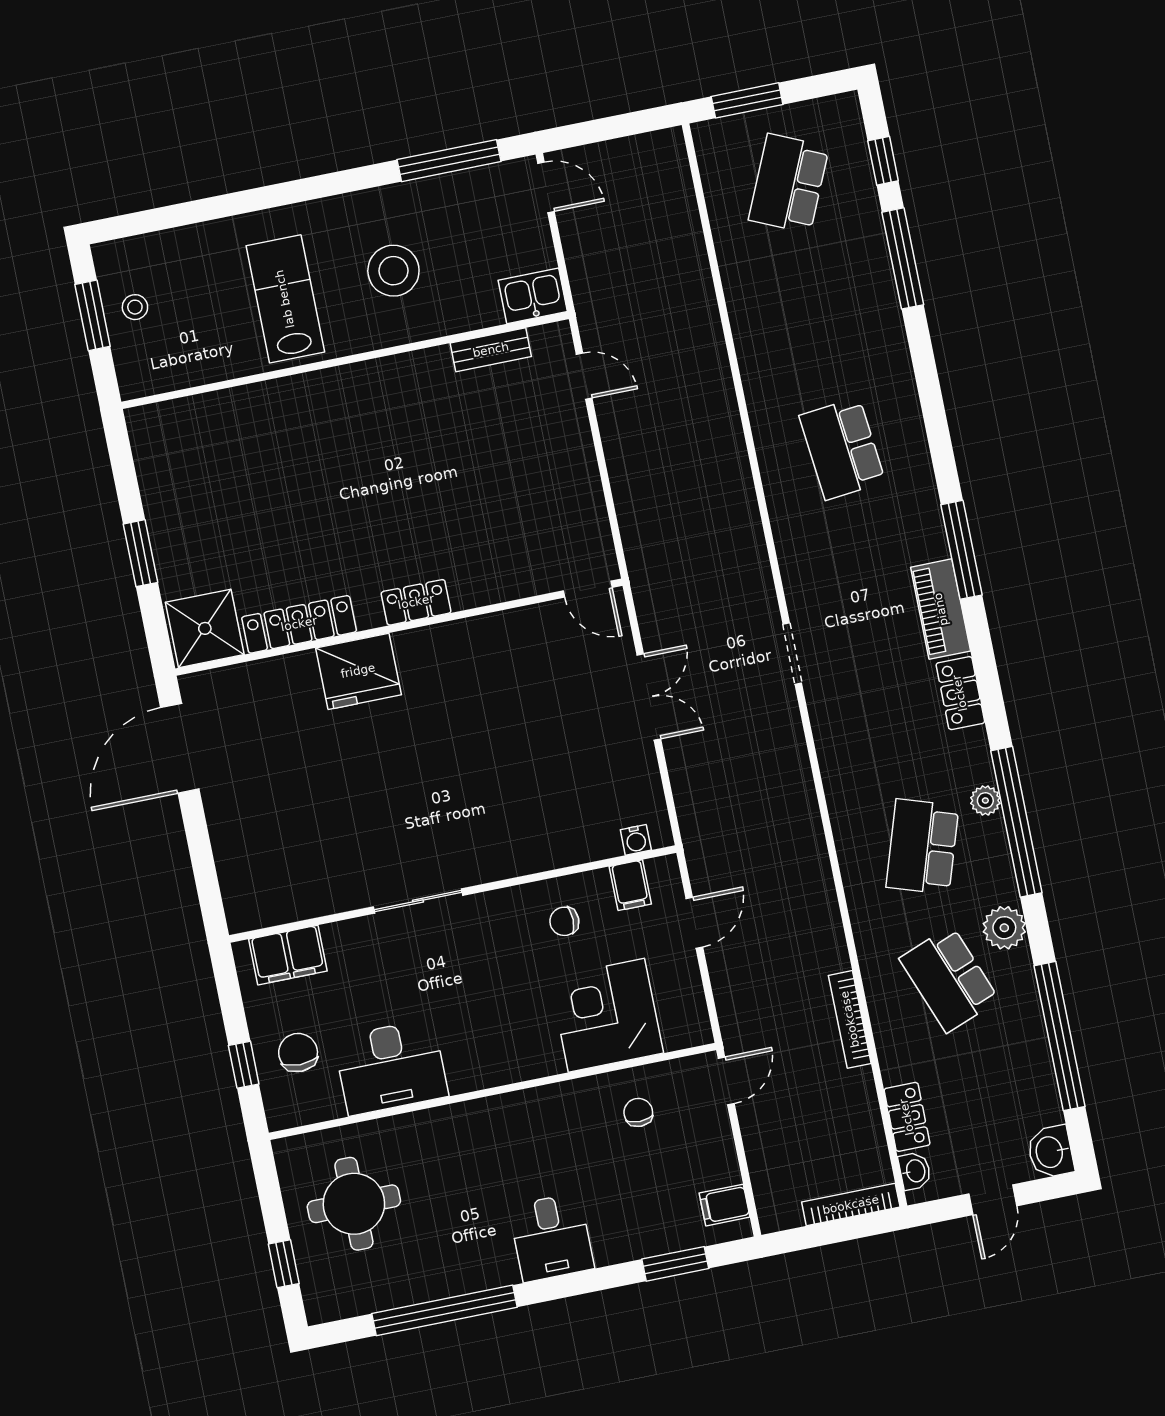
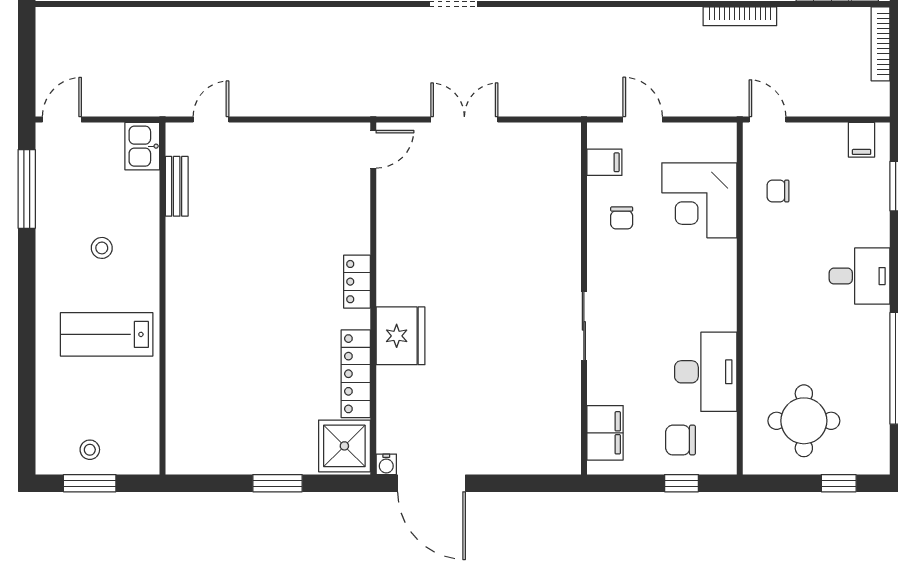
stool: (393, 271) -> (102, 248), width x0.53, depth x0.53
water cooler: (636, 840) -> (386, 464), moved, turned 90

